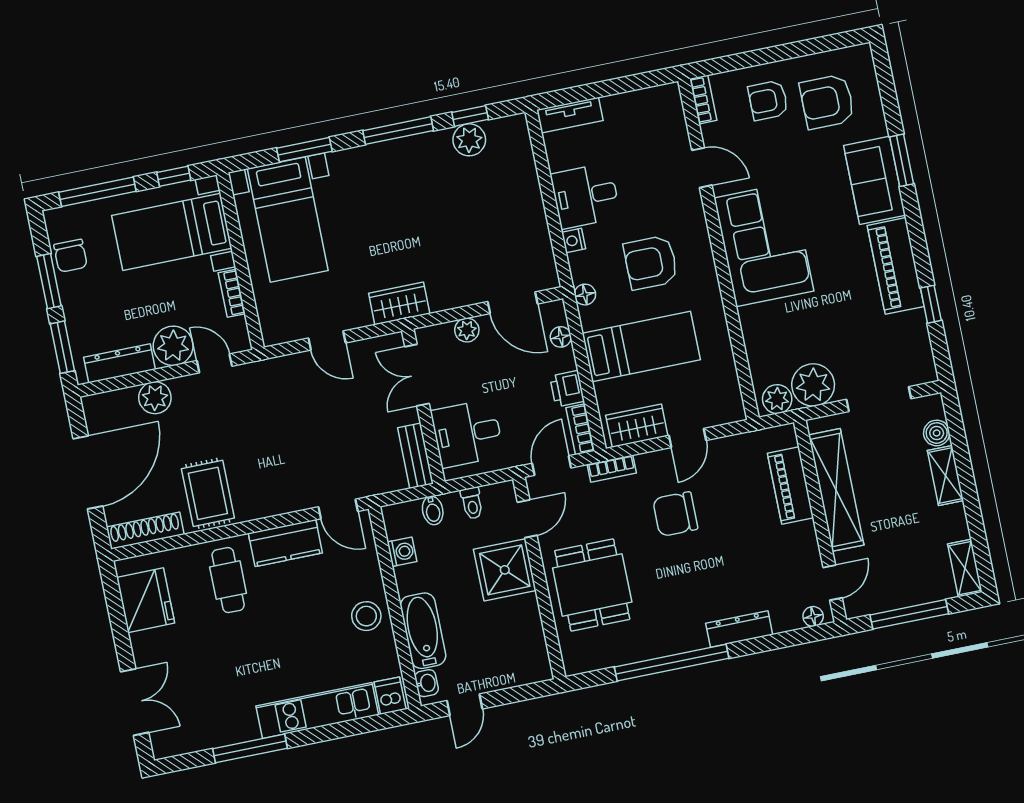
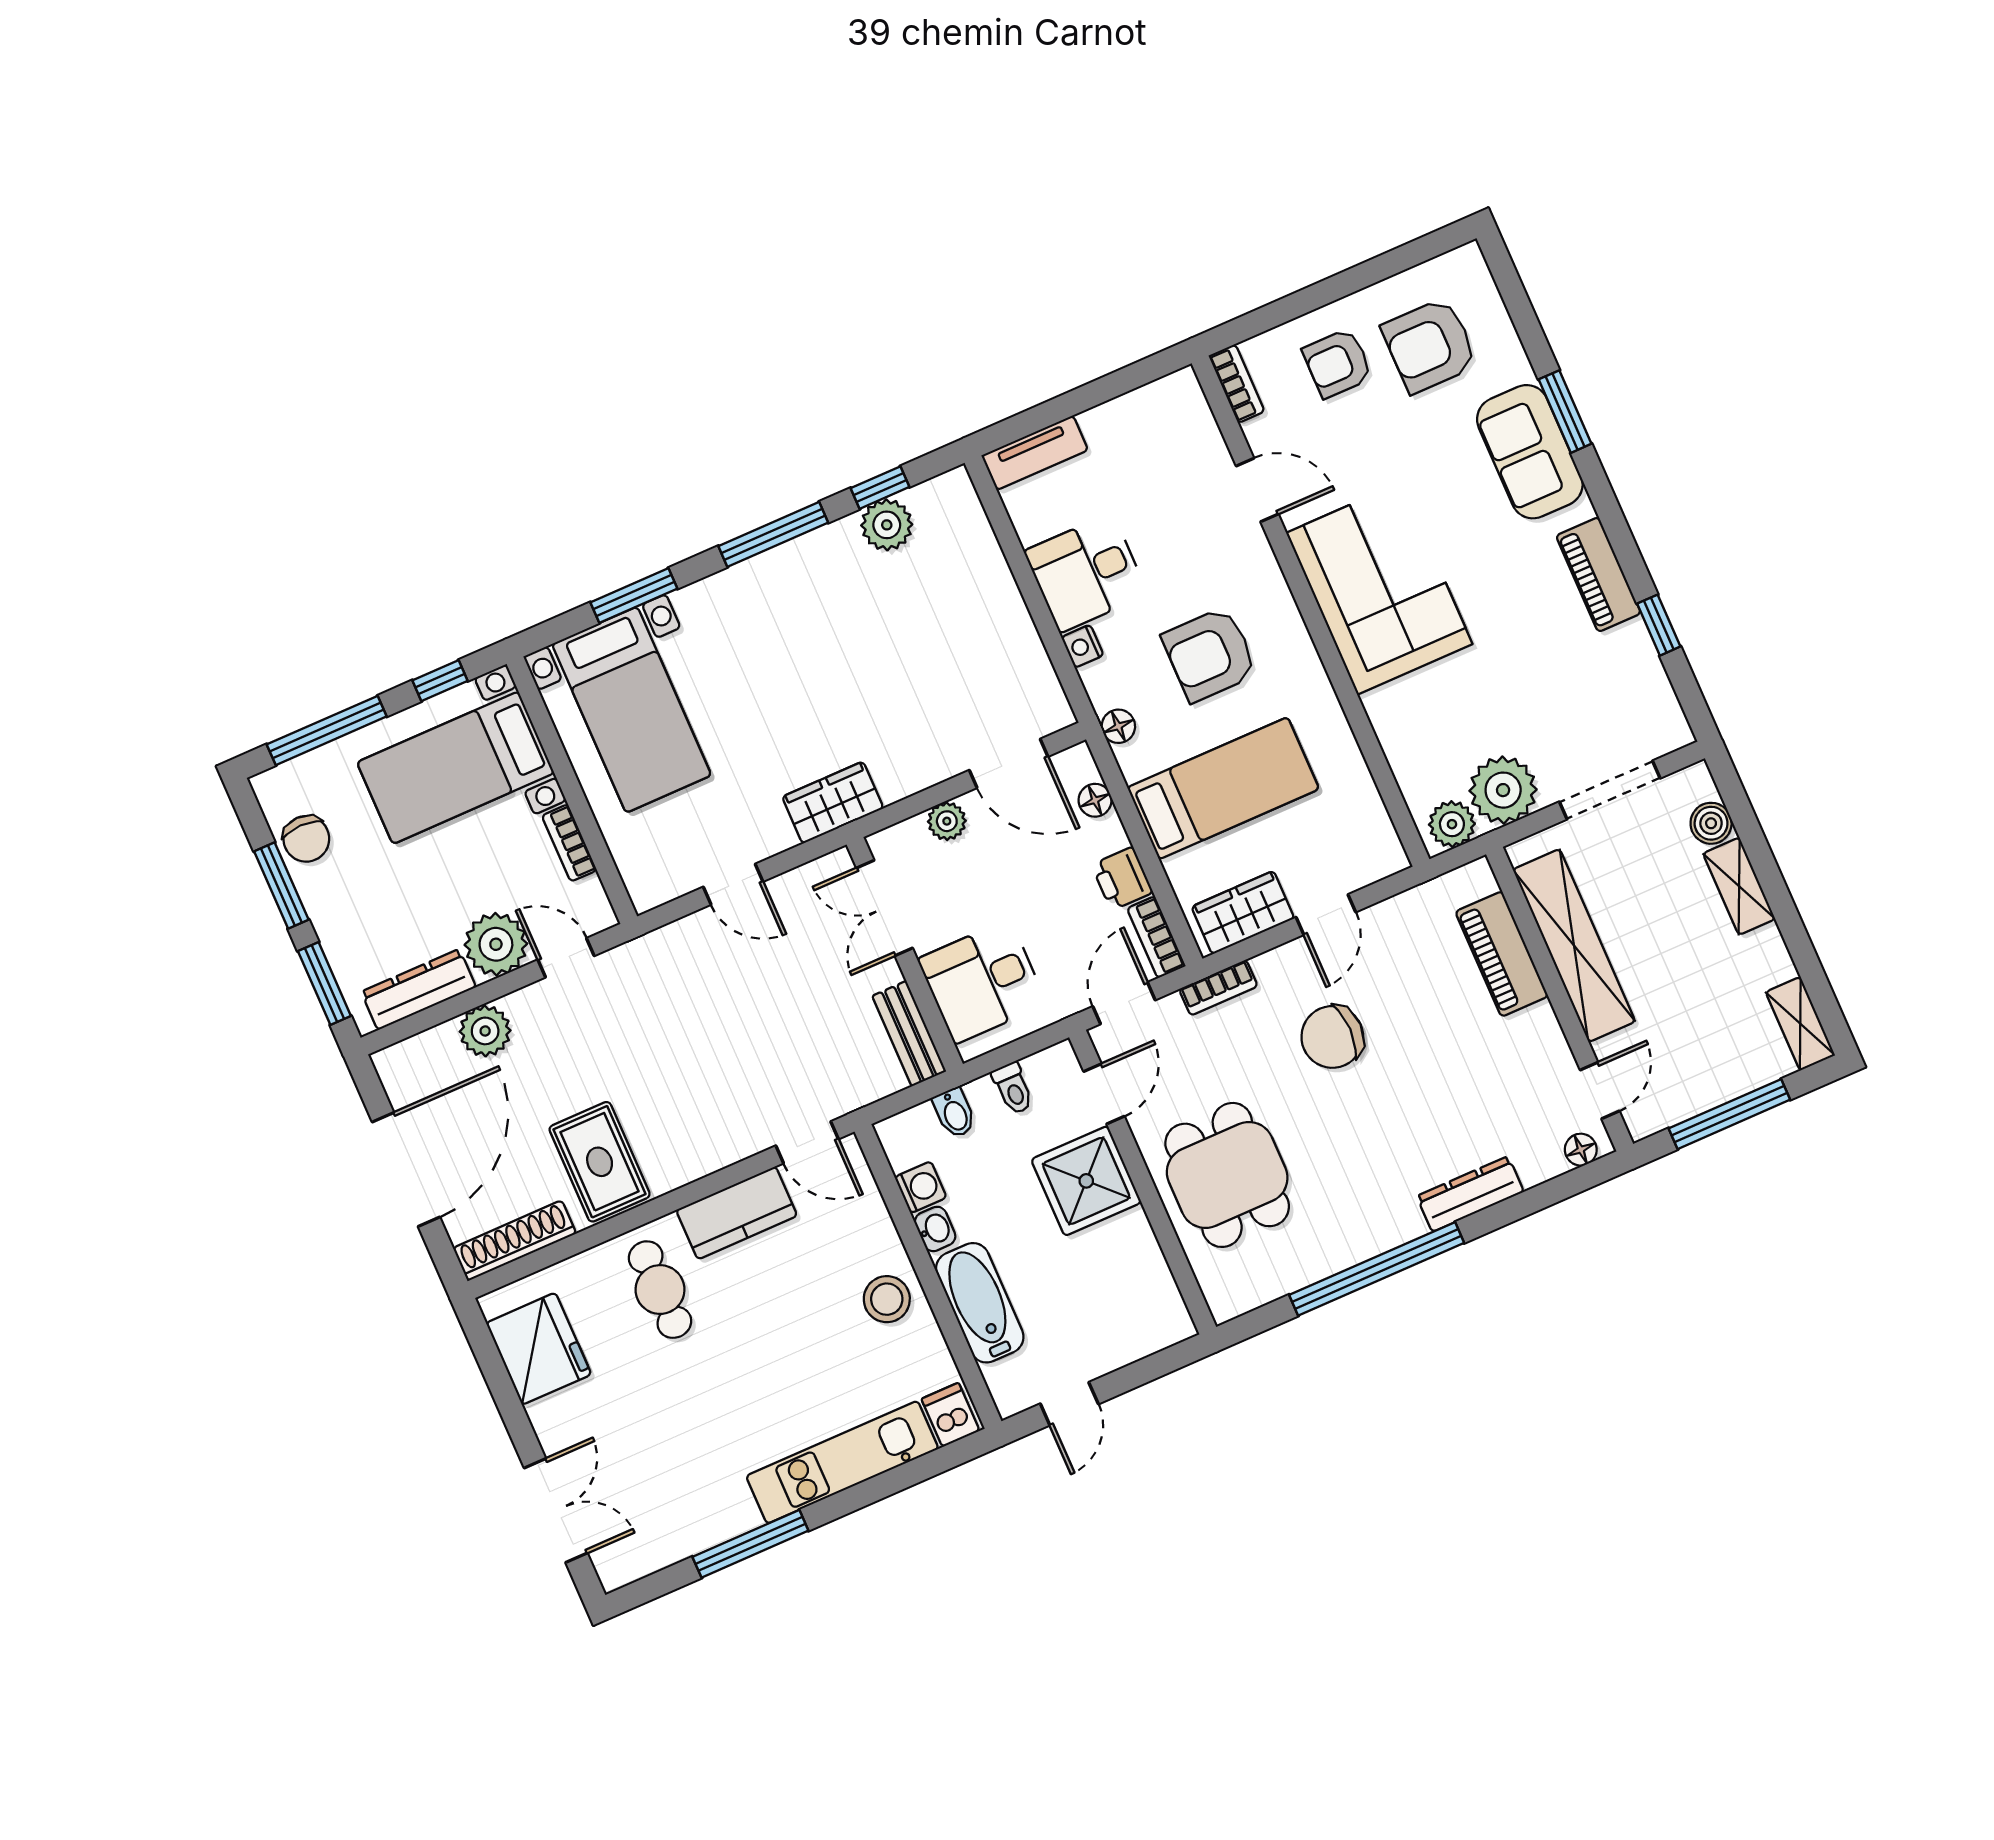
piano: (896, 266) -> (1598, 575), width x0.73, depth x0.75
washbasin: (427, 683) -> (935, 1229), moved

